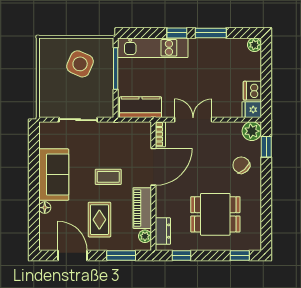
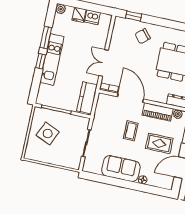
kitchen unit: (153, 48) -> (52, 60), moved
fridge: (252, 110) -> (79, 15), moved
plant: (252, 131) -> (120, 24), removed

